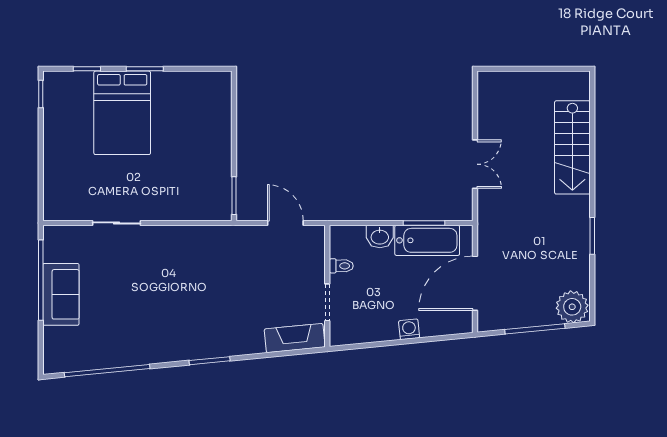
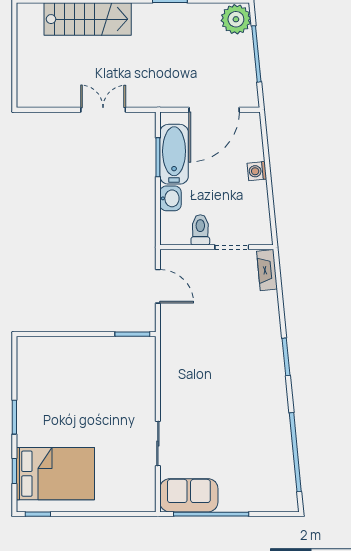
bed: (122, 113) -> (55, 474), moved
door: (285, 223) -> (158, 286), swing flipped
toilet: (341, 266) -> (200, 230), width x1.37, depth x1.39
door: (475, 283) -> (214, 110), hinge flipped
sofa: (61, 294) -> (189, 495), moved
fireplace: (295, 338) -> (267, 270), width x0.73, depth x0.76

